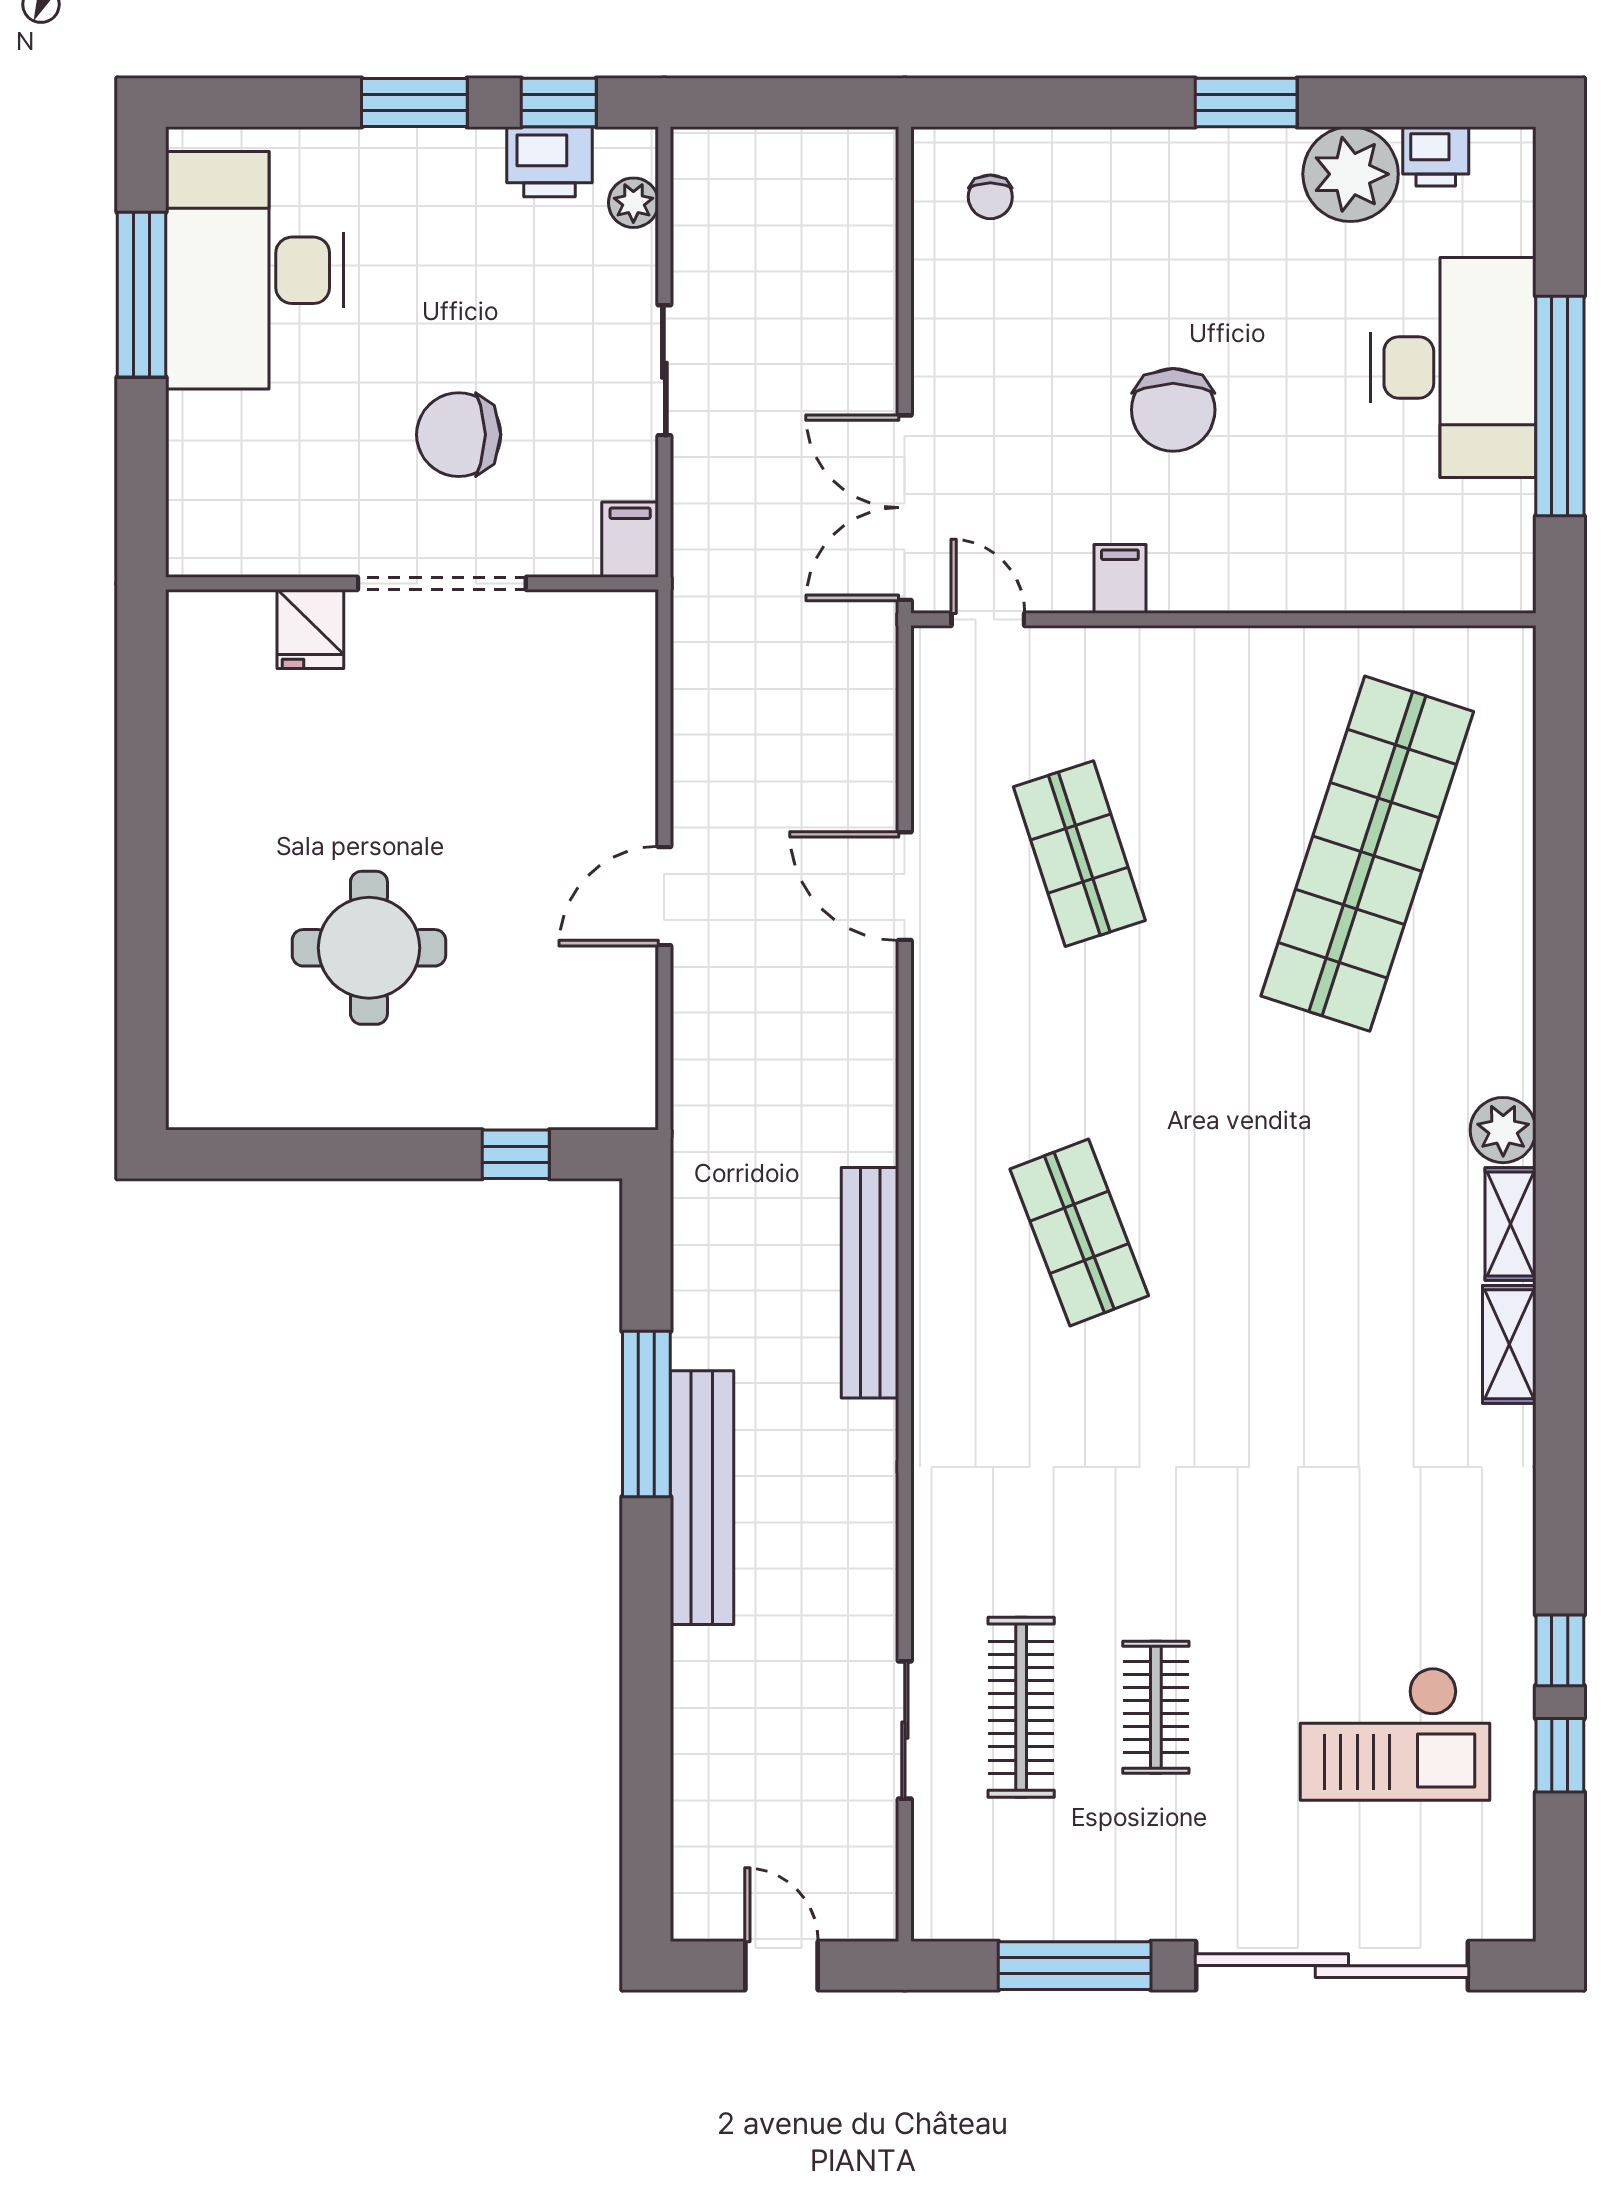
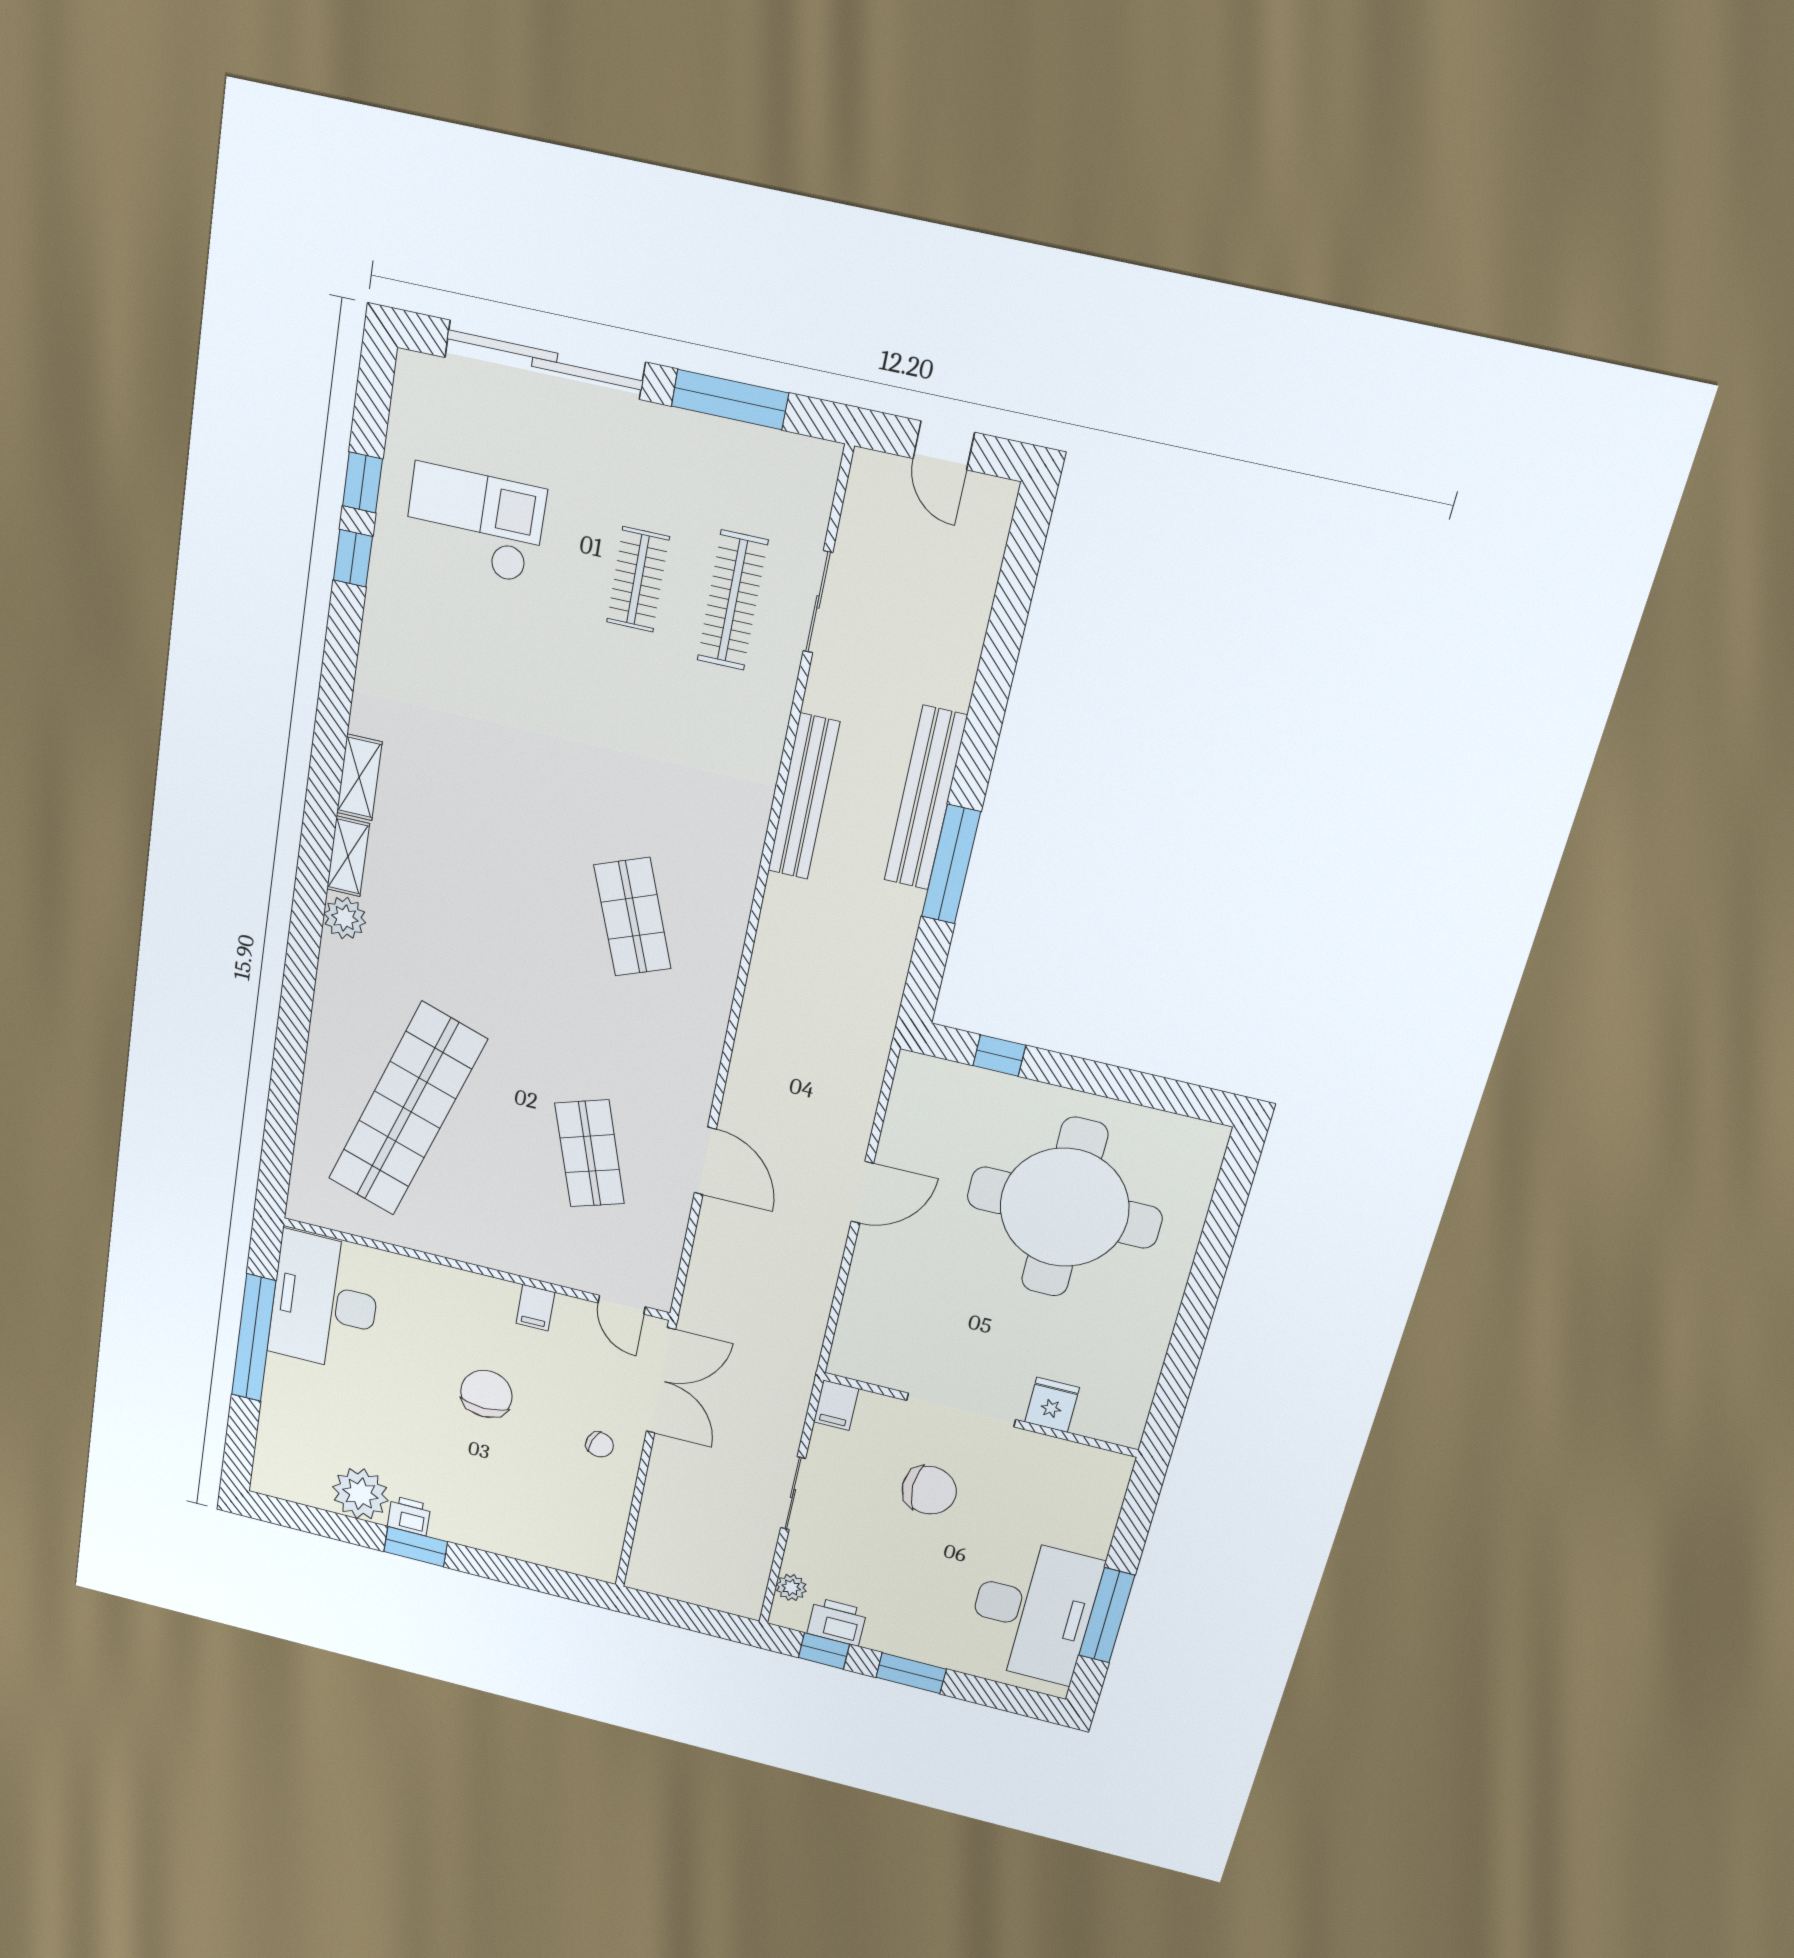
printer: (1436, 156) -> (409, 1516), moved
chair: (990, 197) -> (600, 1445), moved, turned 110
desk: (1453, 367) -> (325, 1302), moved
round table: (369, 948) -> (1064, 1208), width x1.86, depth x1.86
bench: (870, 1283) -> (804, 797), moved

